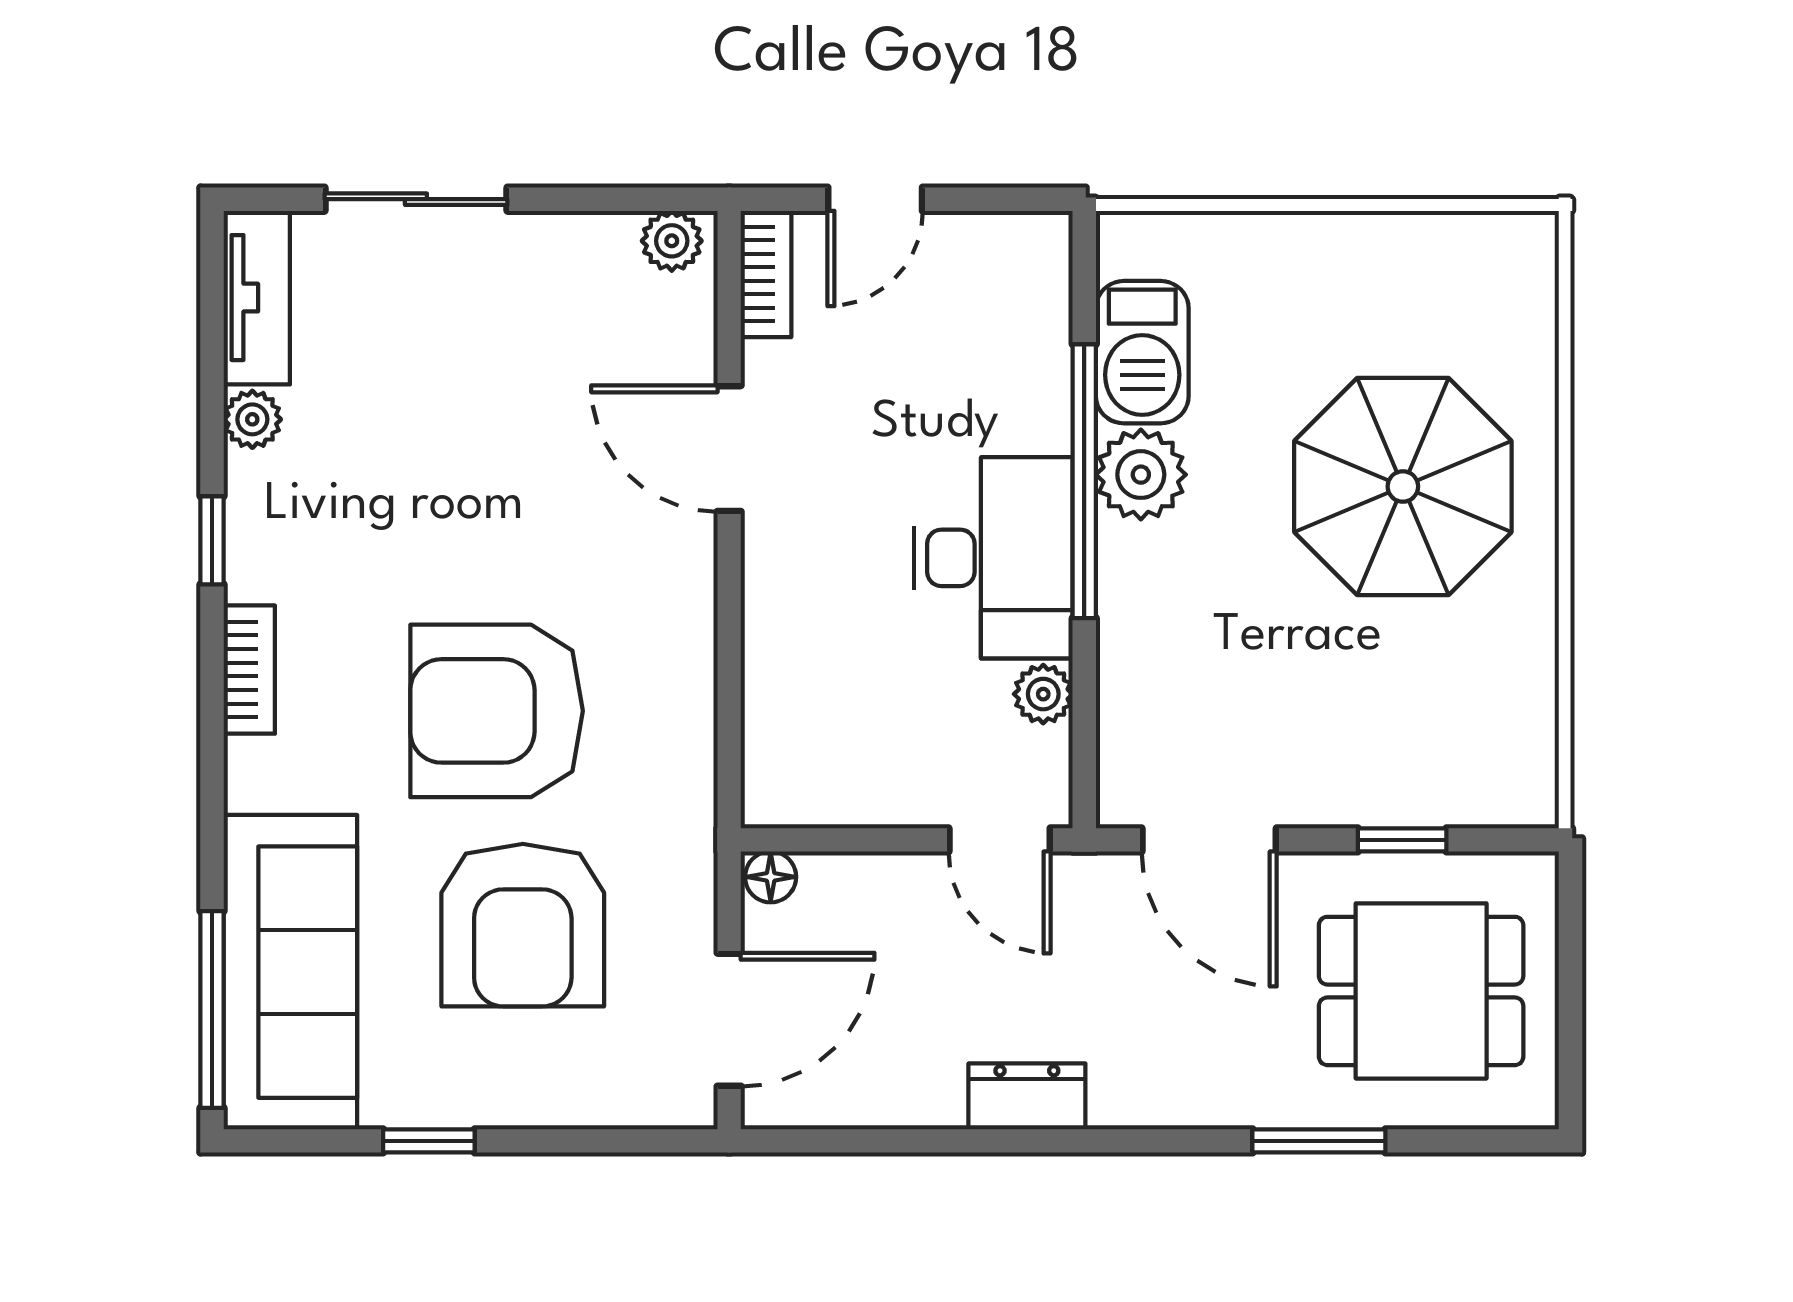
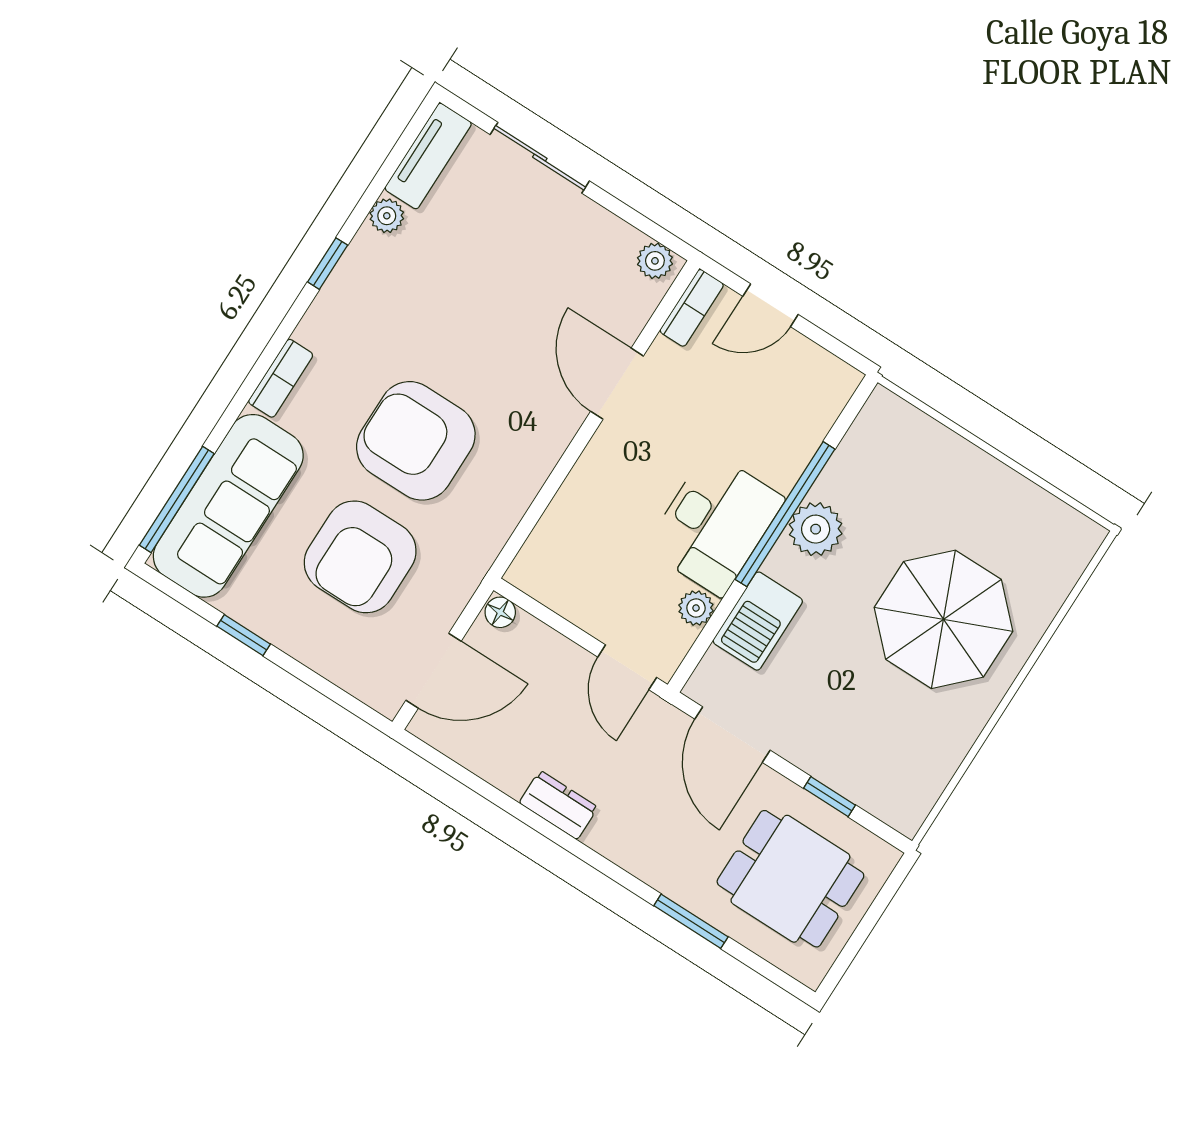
barbecue: (1142, 352) -> (758, 621), moved
bookcase: (249, 670) -> (281, 378), moved

